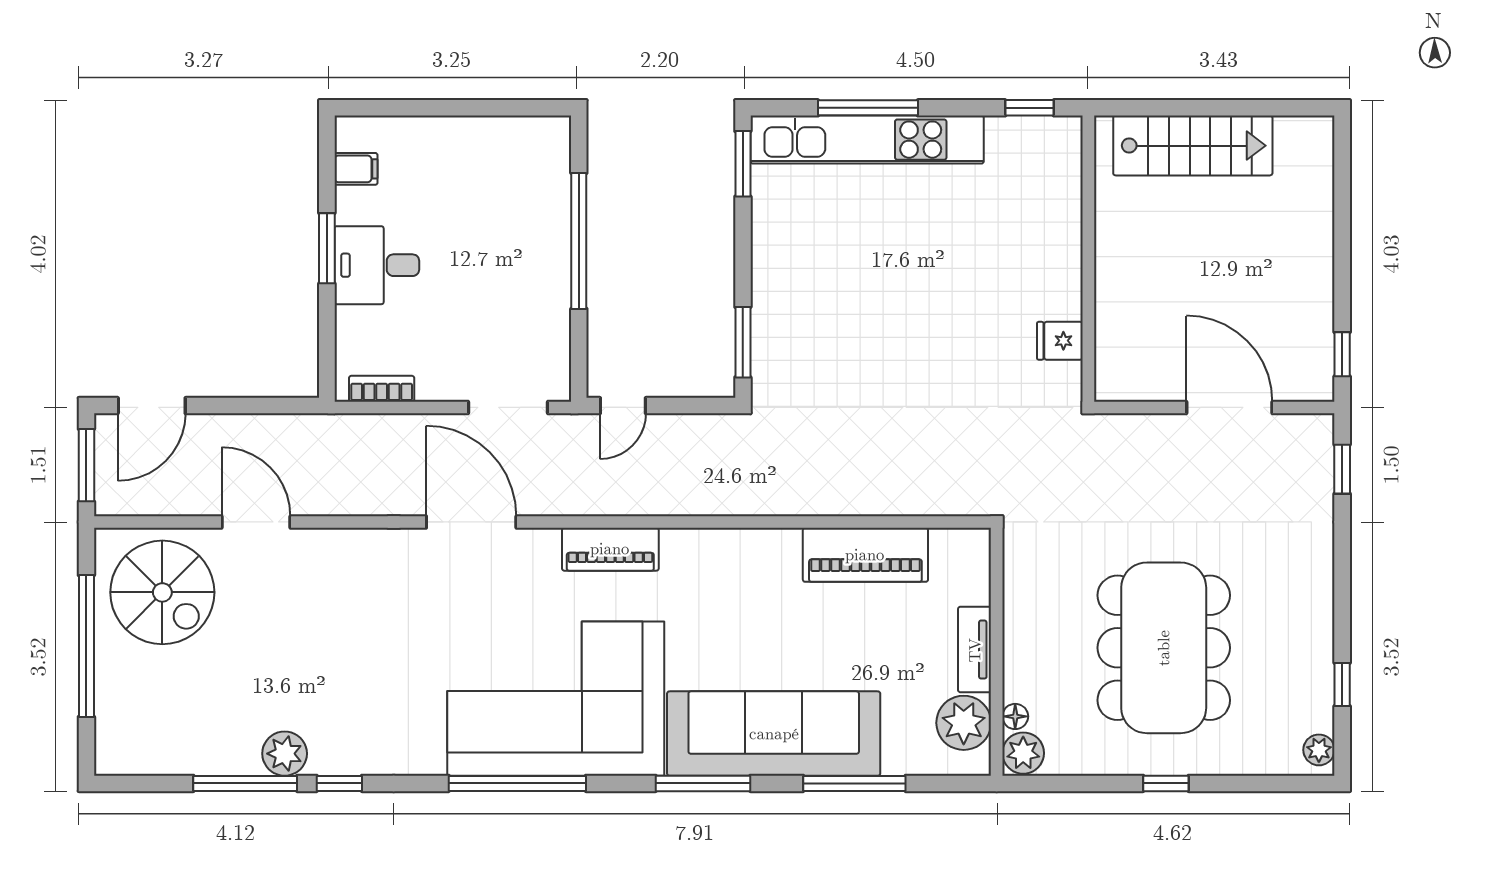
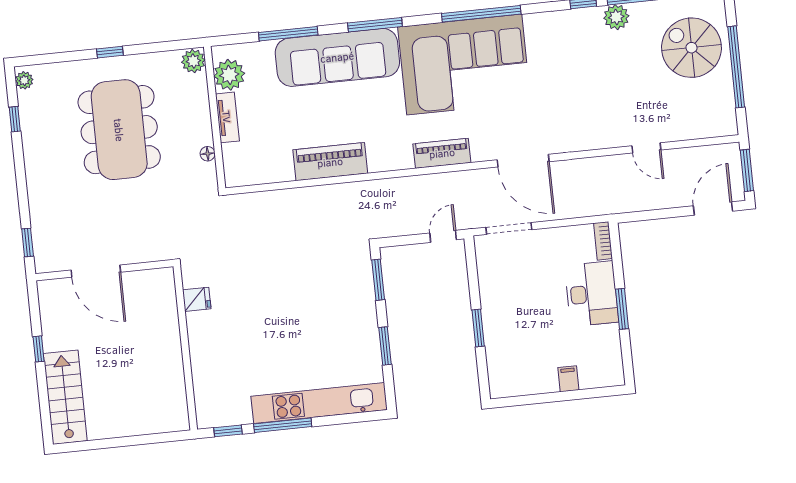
window: (868, 108) -> (283, 425), moved
stairs: (1193, 146) -> (65, 397), moved, turned 90
window: (743, 164) -> (385, 346), moved
filing cabinet: (356, 169) -> (568, 379), moved, turned 90
window: (579, 241) -> (478, 328), width x0.47
desk: (377, 265) -> (592, 294), width x1.37
window: (1342, 354) -> (39, 349), moved
bookcase: (382, 389) -> (603, 241), moved, turned 90
door: (256, 522) -> (646, 148), width x0.73
piano: (865, 555) -> (330, 162), moved
spiral stairs: (162, 592) -> (691, 48), moved
floor lamp: (1015, 716) -> (208, 154), moved

